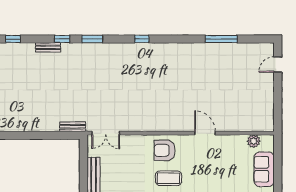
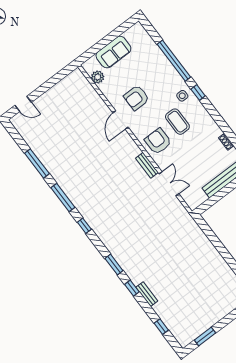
window: (178, 39) -> (63, 198), added
bench: (73, 127) -> (147, 165), moved
double door: (106, 133) -> (169, 184), moved
armchair: (165, 150) -> (158, 141), turned 180
armchair: (213, 160) -> (136, 98), added

